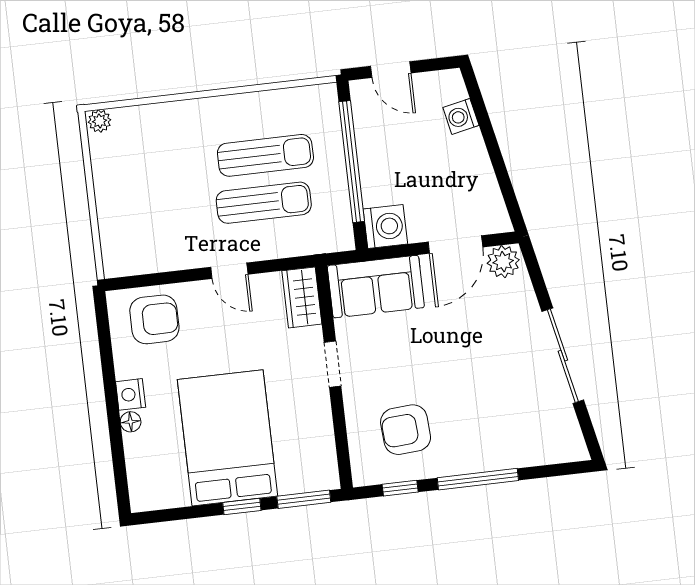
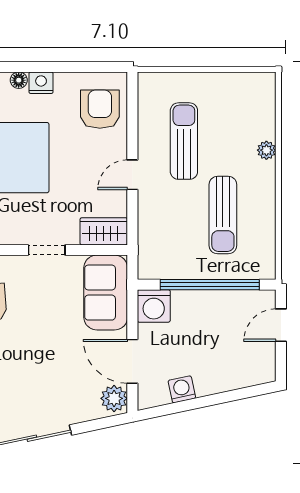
washing machine: (461, 116) -> (182, 389), moved
plant: (100, 121) -> (266, 150), moved
sun lounger: (264, 203) -> (184, 141), moved, turned 180
armchair: (154, 319) -> (100, 109), turned 180

